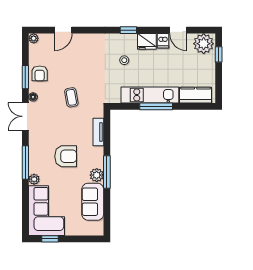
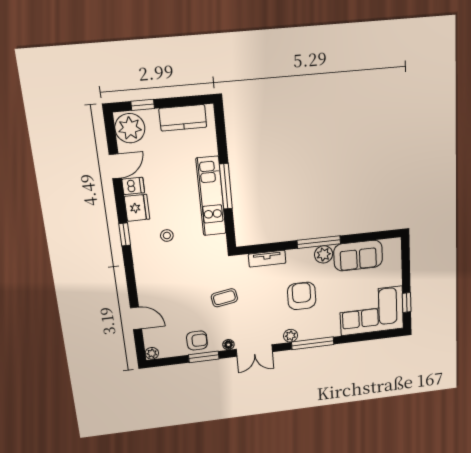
kitchen counter: (196, 95) -> (183, 118), moved, turned -90
plant: (34, 179) -> (291, 336), moved

